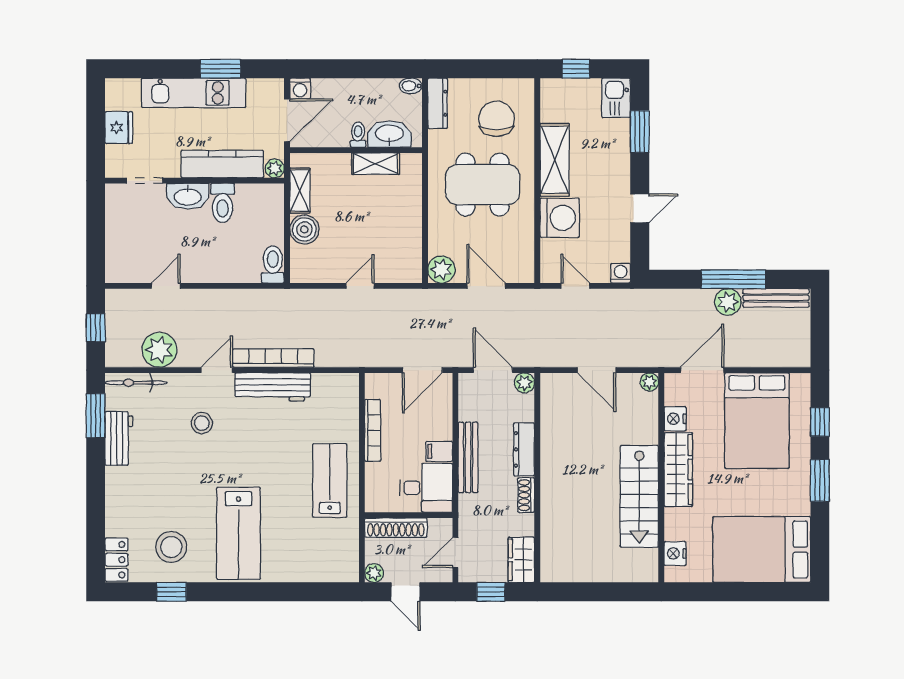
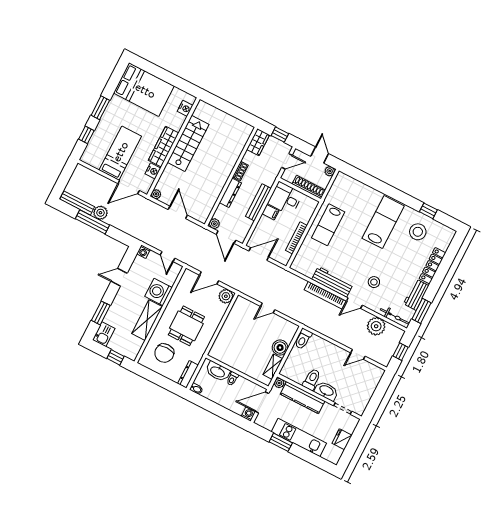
shelving: (376, 164) -> (231, 361), removed
dining table: (483, 185) -> (186, 326), width x0.73
door: (486, 286) -> (209, 278), hinge flipped
bed: (757, 421) -> (120, 153), width x0.67
locker: (117, 560) -> (432, 266), moved, width x1.53

